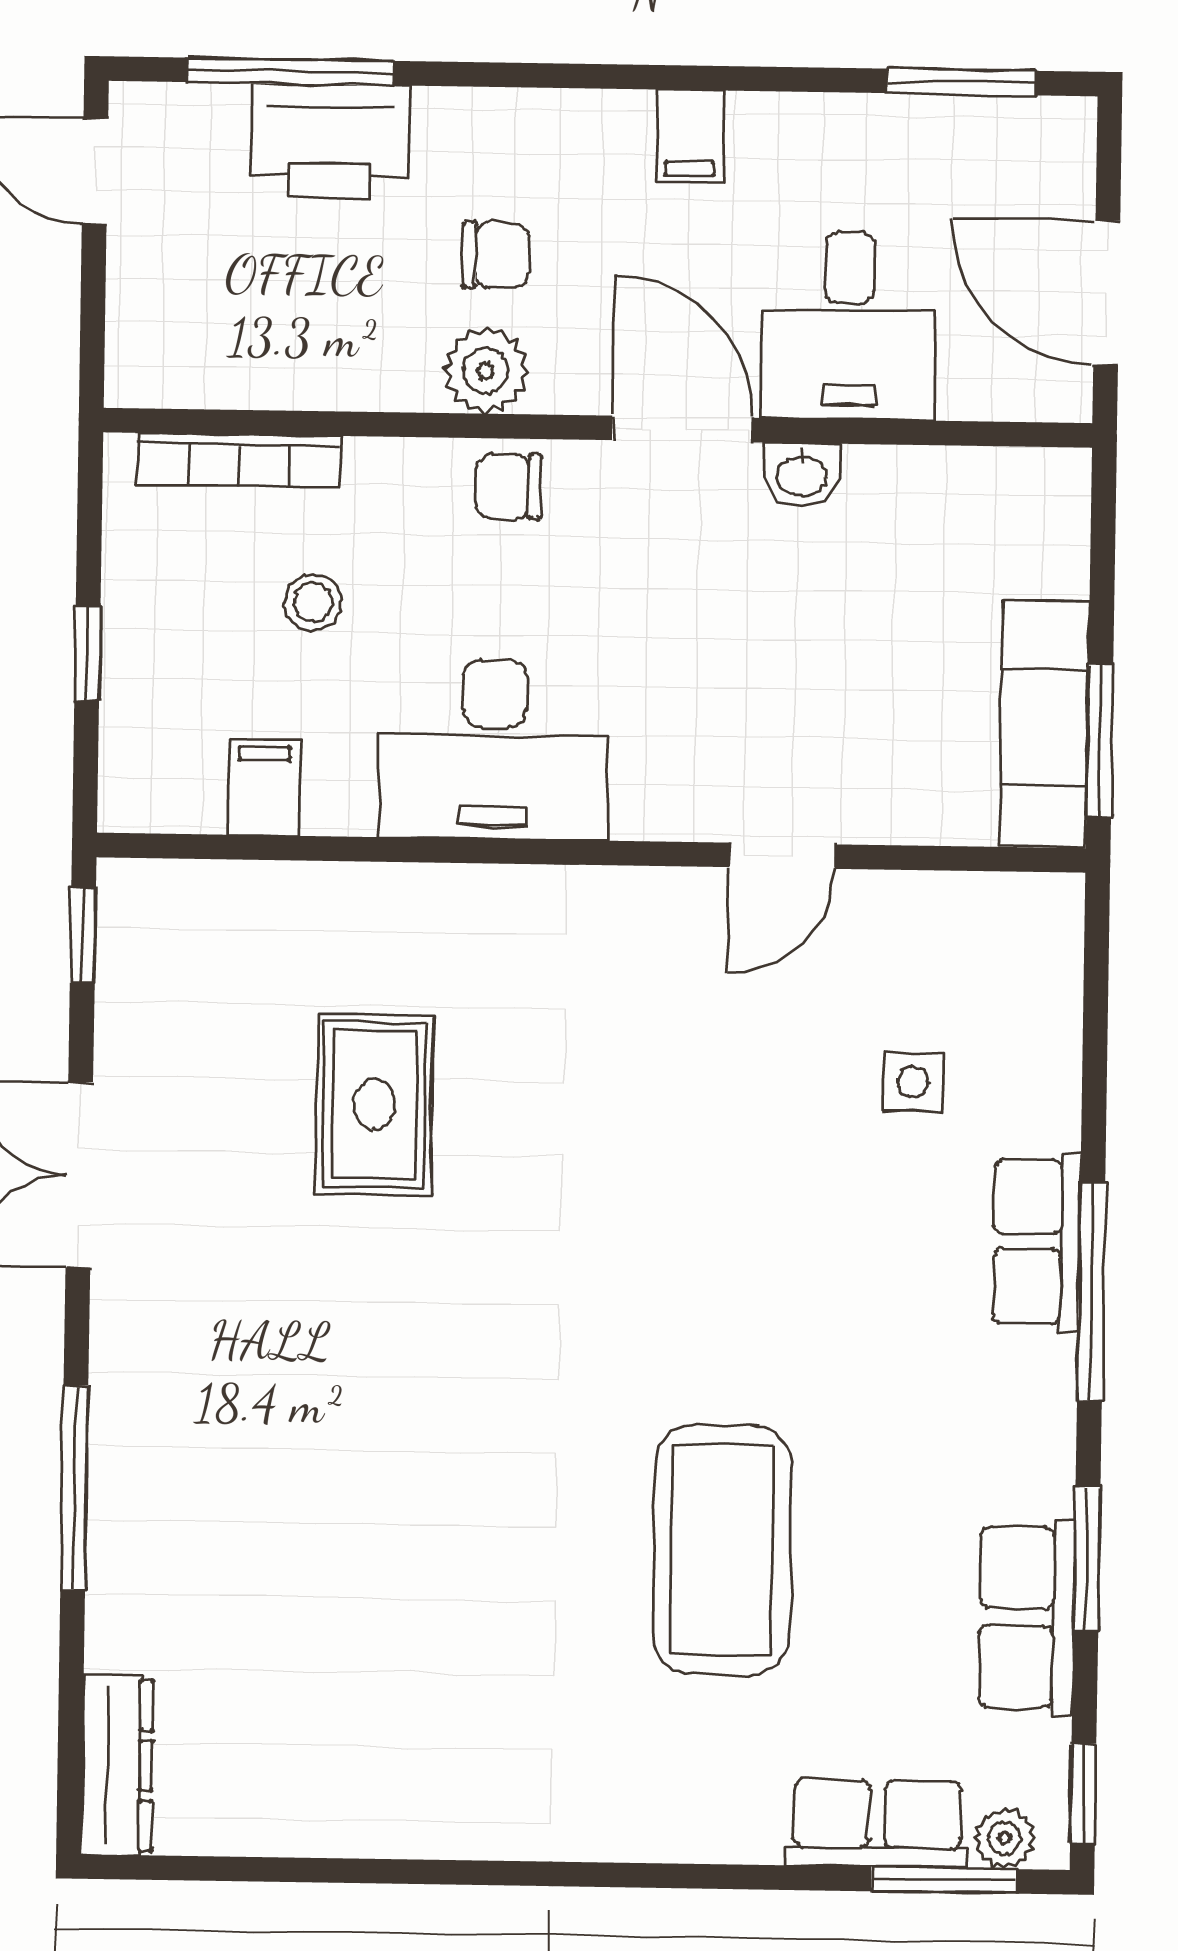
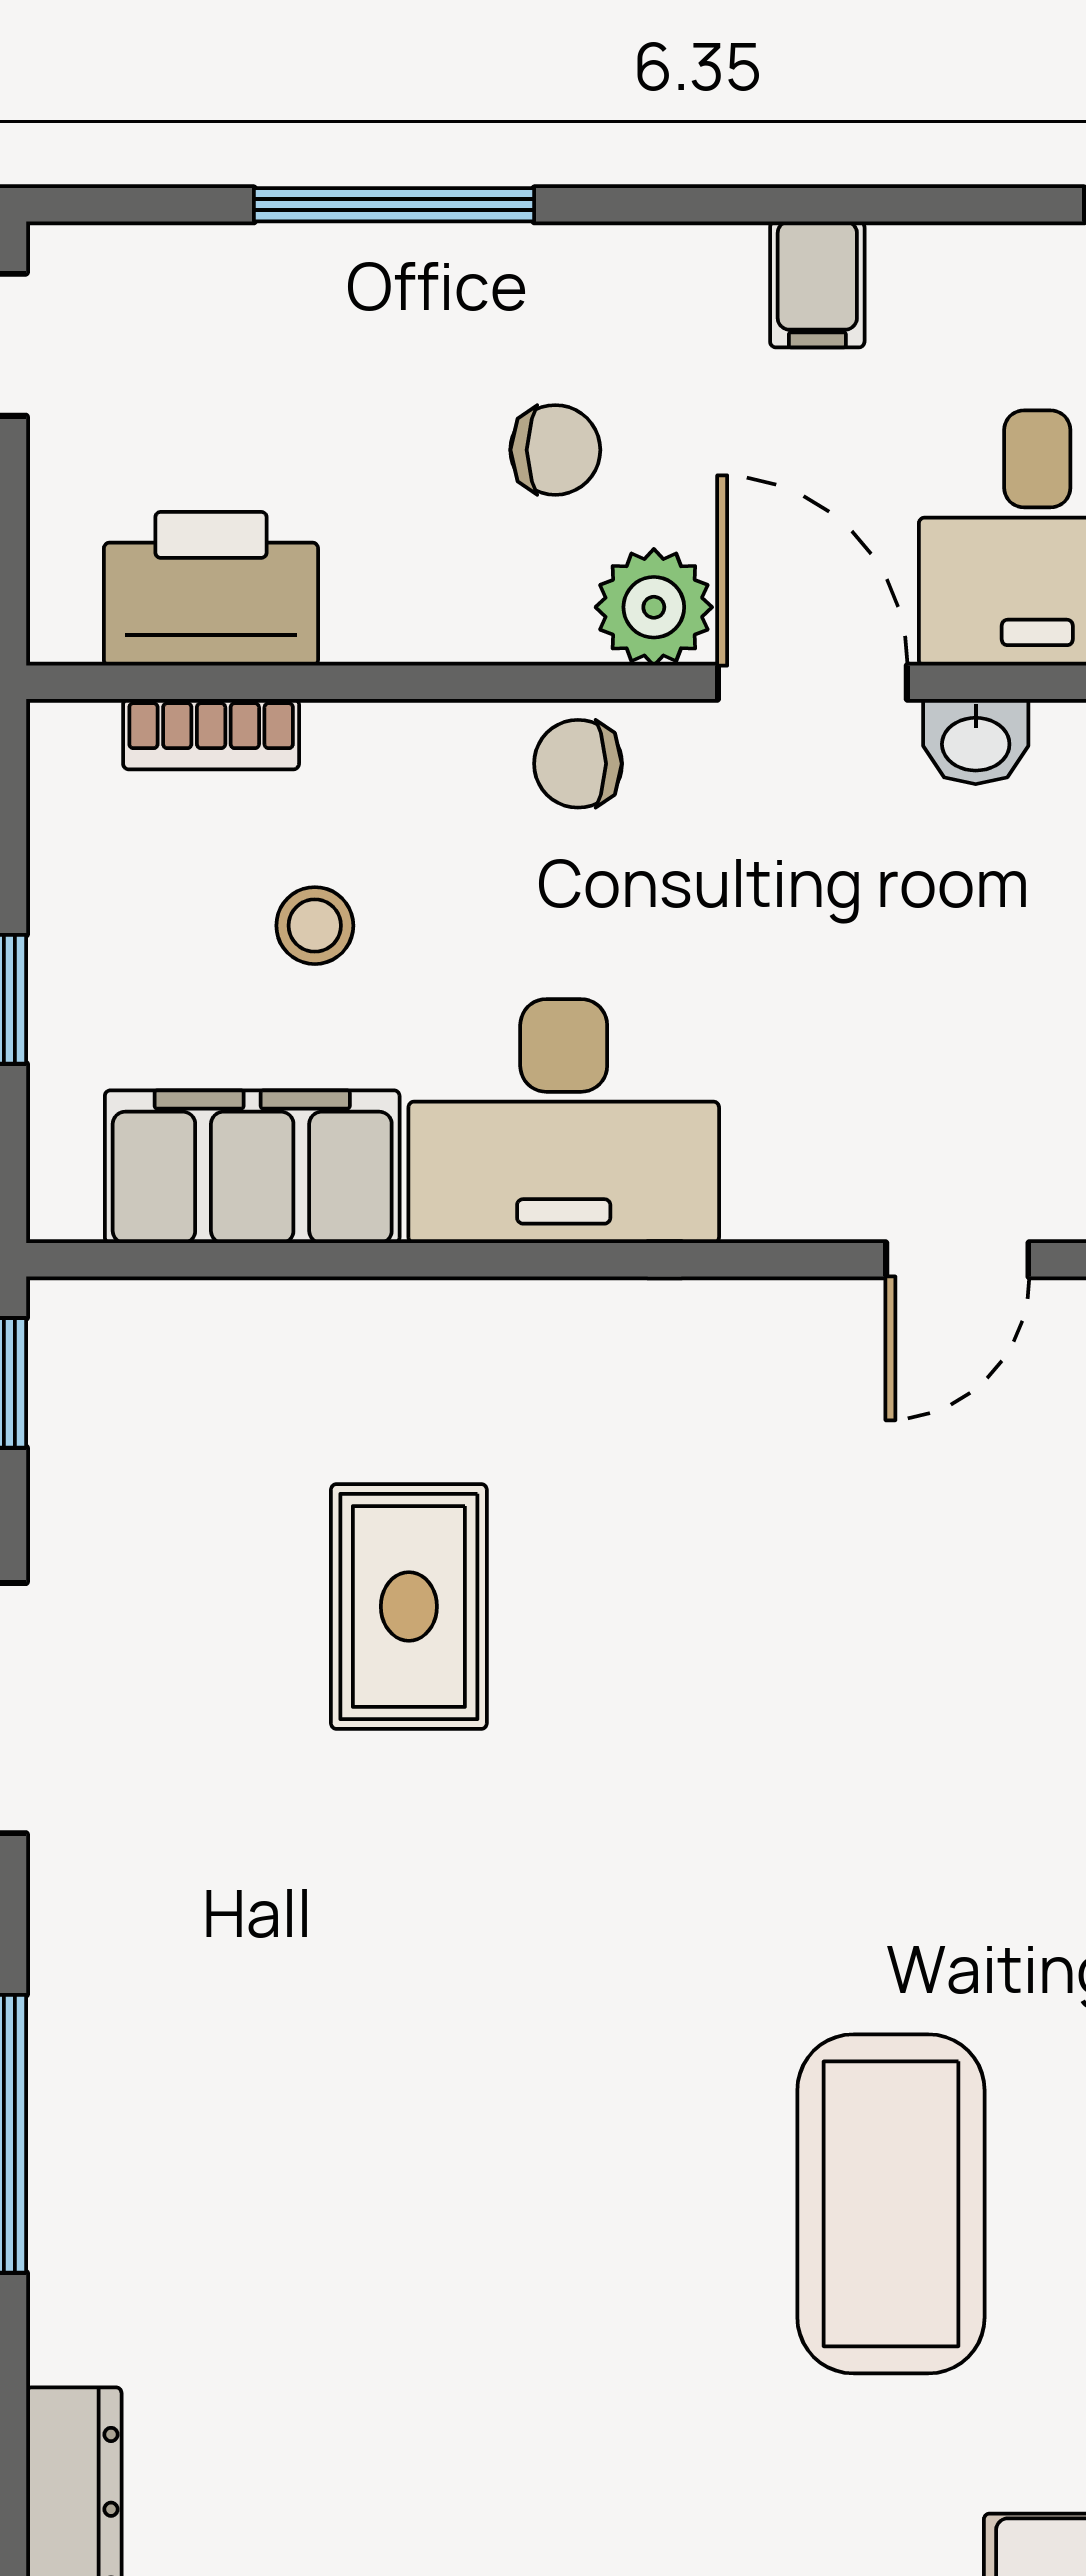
window: (291, 71) -> (394, 205), moved
printer: (330, 141) -> (211, 589), moved, turned 180
plant: (486, 371) -> (654, 607), moved
bookcase: (239, 460) -> (211, 734), width x0.64
filing cabinet: (264, 787) -> (252, 1167), width x3.00, depth x1.17

